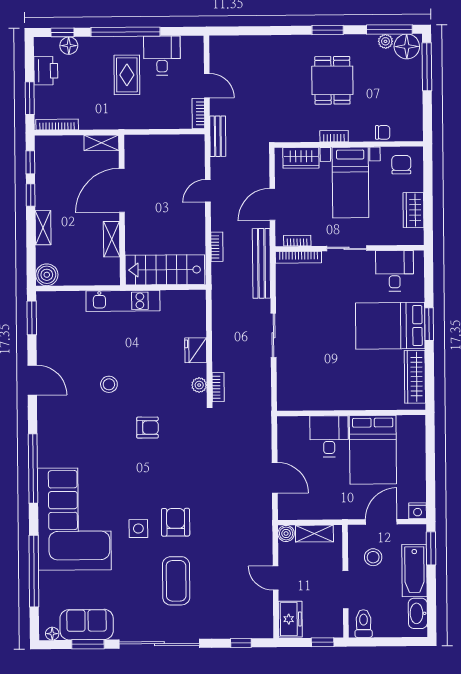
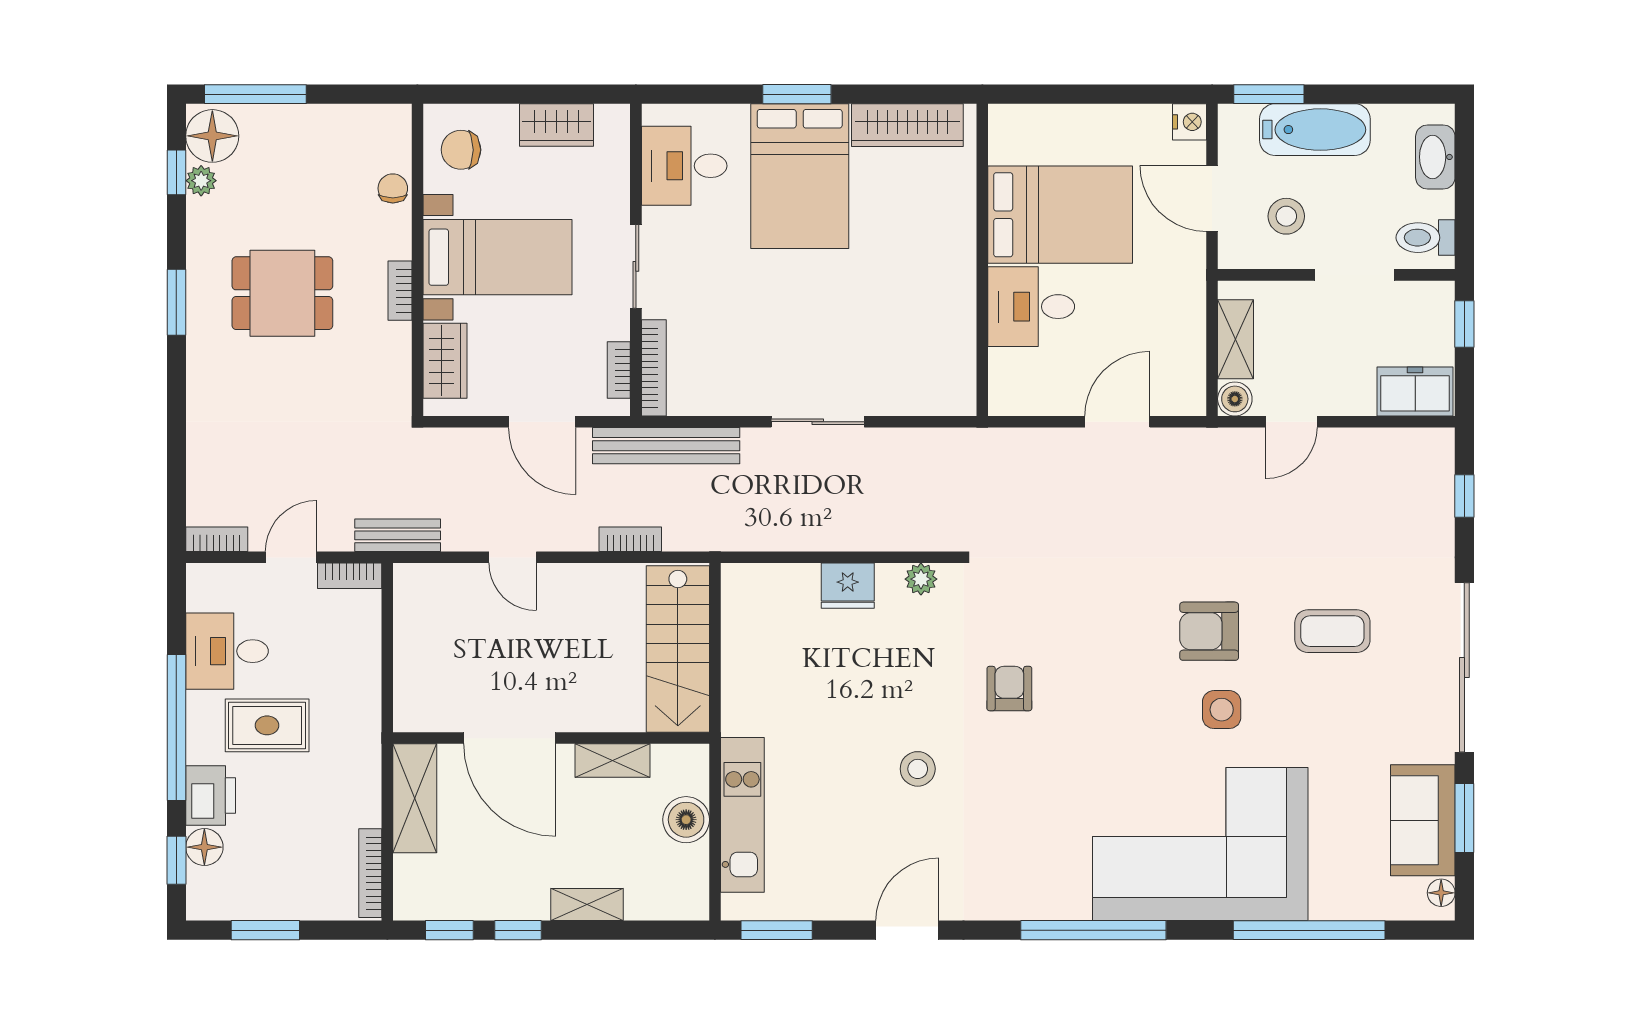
window: (389, 30) -> (176, 172), width x0.46
printer: (46, 71) -> (211, 796), moved, turned 90
window: (30, 98) -> (265, 930), moved
shelving: (101, 143) -> (415, 798), width x1.50, depth x1.33
boiler: (47, 275) -> (686, 820), moved
kitchen unit: (123, 301) -> (742, 815), moved
bookcase: (218, 387) -> (217, 539), moved
door: (276, 578) -> (1291, 422), moved
coffee table: (176, 581) -> (1332, 631), width x0.73, depth x0.76
washbasin: (418, 613) -> (1435, 157), moved, turned 90

